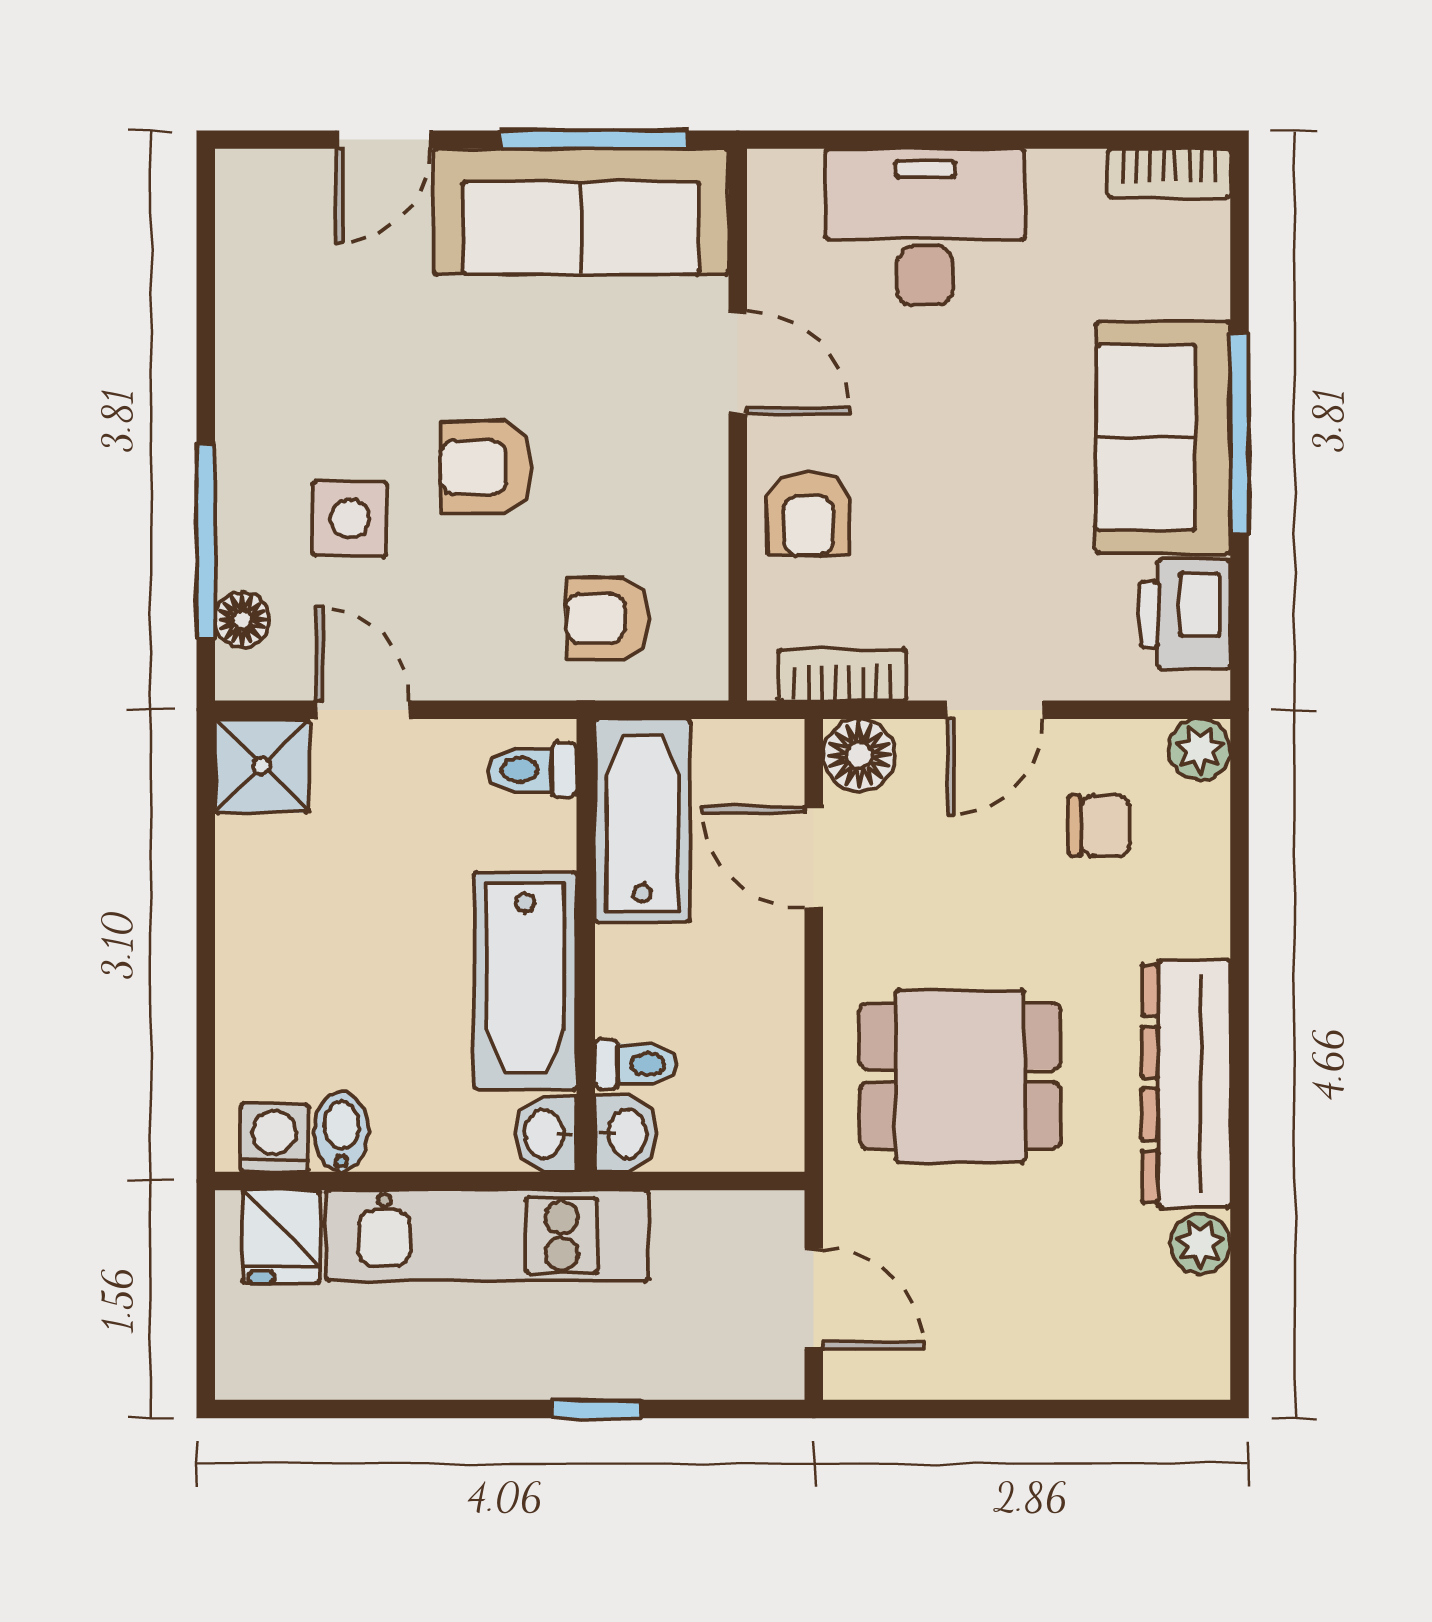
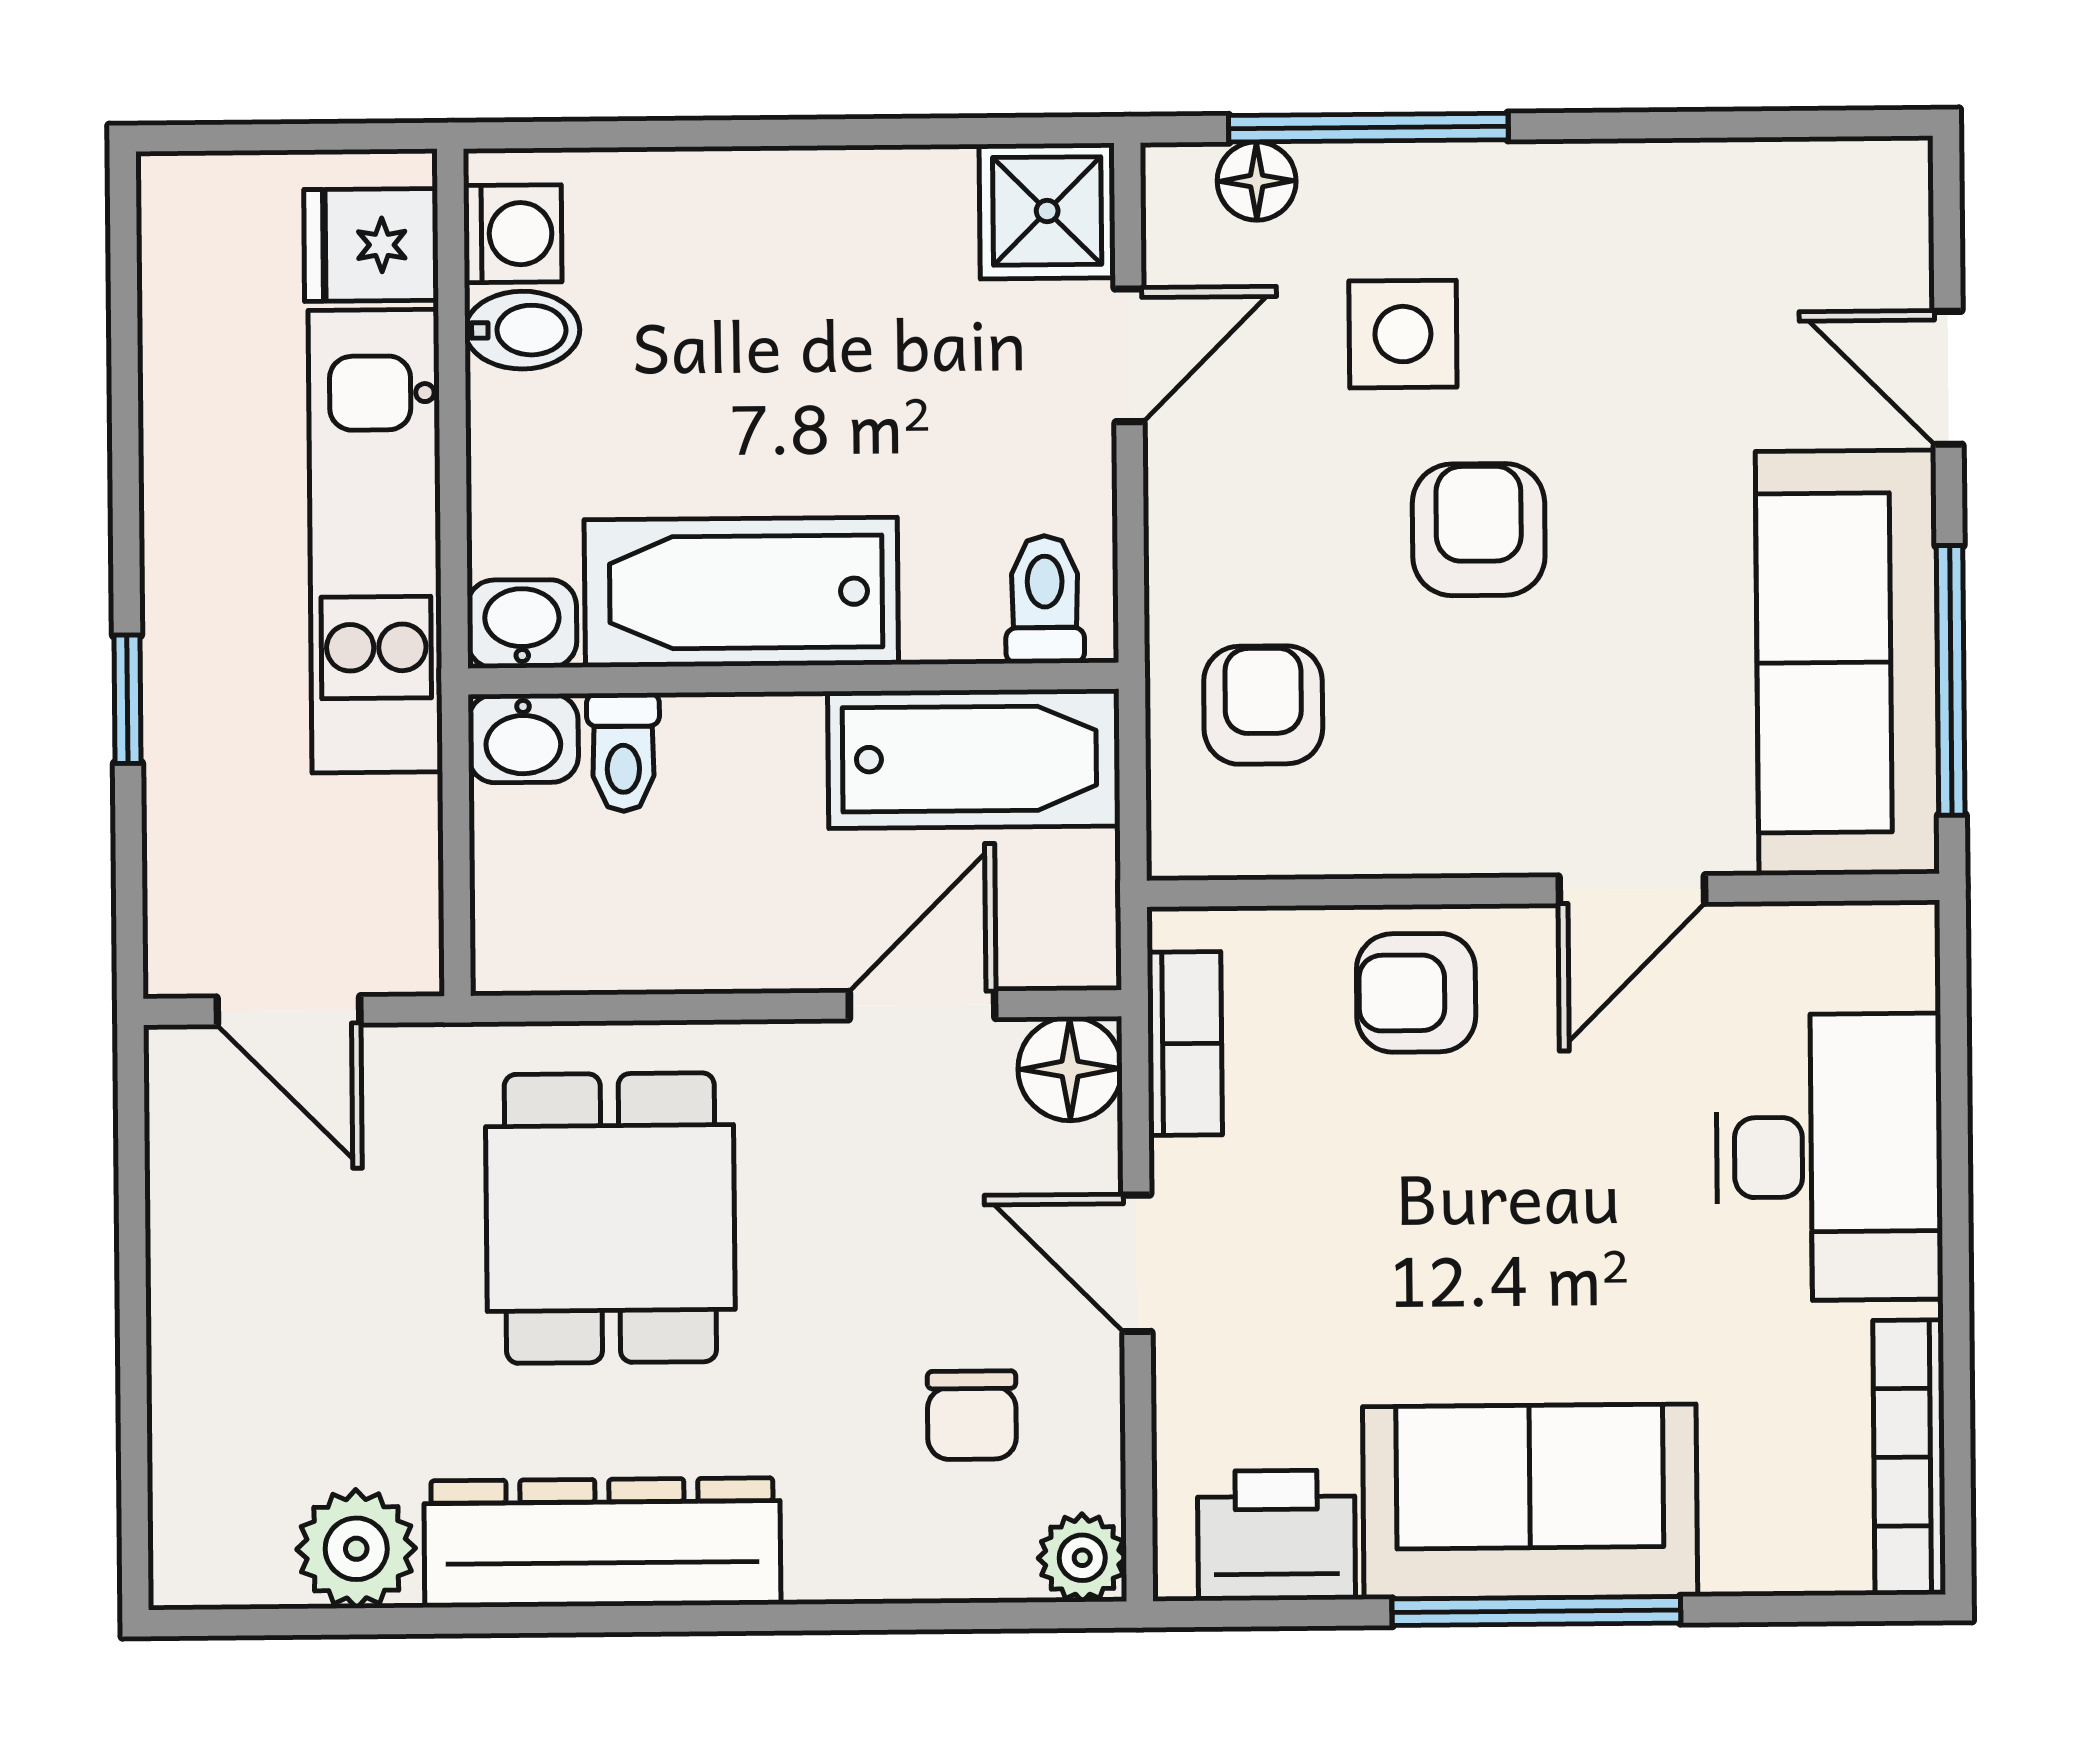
bookcase: (1169, 173) -> (1909, 1457), width x1.56
plant: (1200, 1244) -> (356, 1549), width x1.38, depth x1.38
door: (814, 1299) -> (288, 1011), hinge flipped

